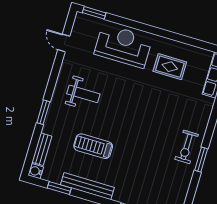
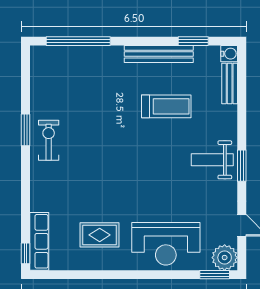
plant: (83, 23) -> (225, 258), added
weight bench: (83, 94) -> (212, 160), moved
window: (43, 112) -> (242, 166), moved

